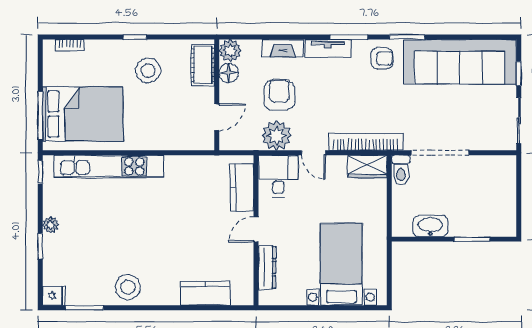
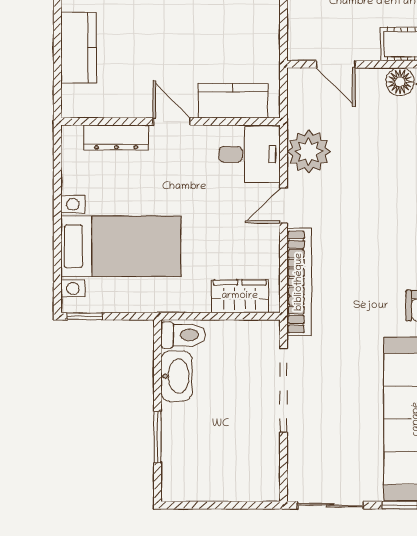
armchair: (279, 95) -> (368, 156), removed
wardrobe: (367, 166) -> (240, 296), moved, turned 90
toilet: (401, 170) -> (183, 335), moved, turned 180
window: (389, 289) -> (84, 316), added

